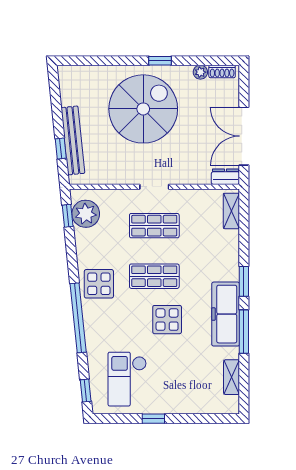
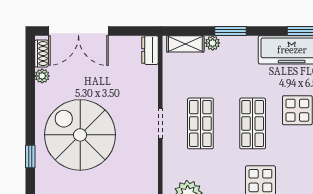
window: (160, 61) -> (30, 156), moved
double door: (244, 136) -> (78, 31), moved
plant: (232, 237) -> (213, 43), added
window: (244, 281) -> (230, 31), moved

